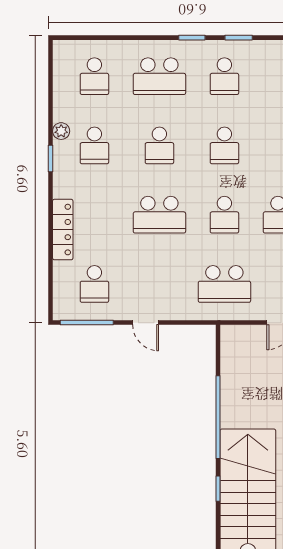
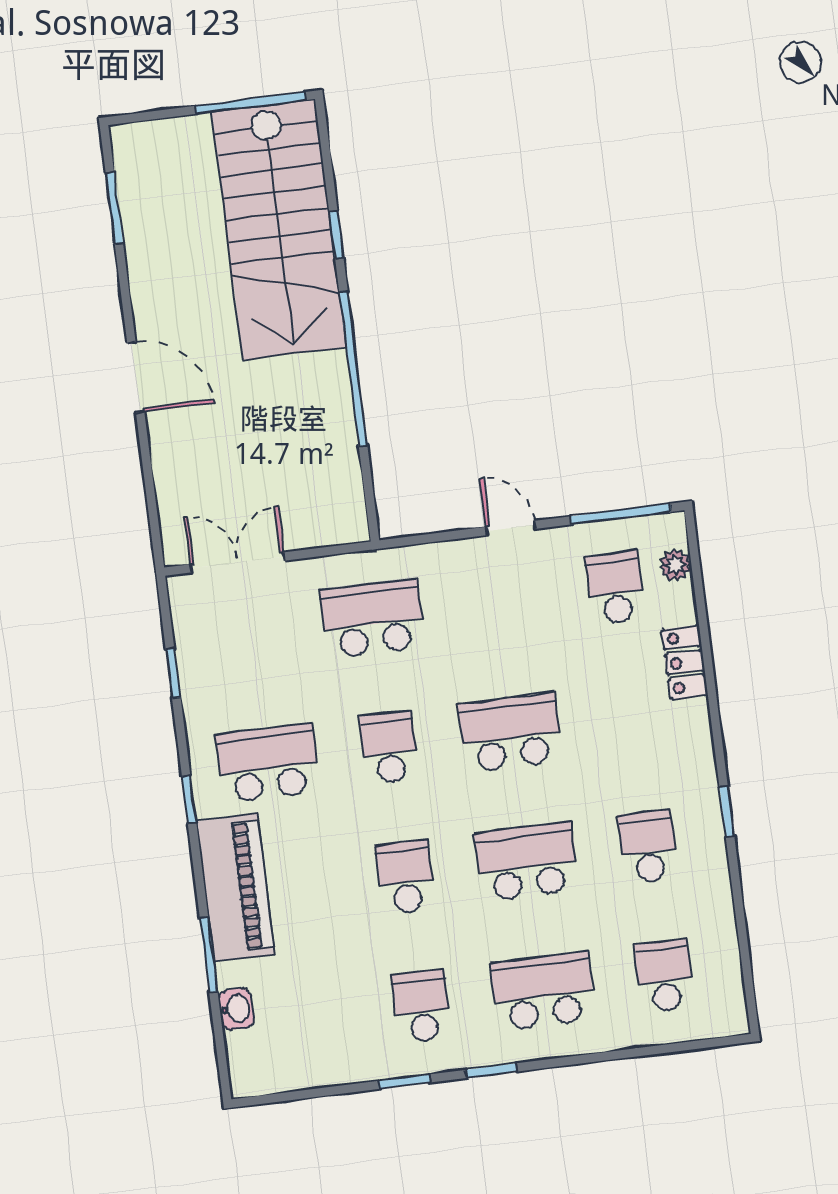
plant: (61, 131) -> (676, 565), moved
school desk: (159, 145) -> (527, 862), width x1.85
locker: (63, 230) -> (685, 662), width x0.66

